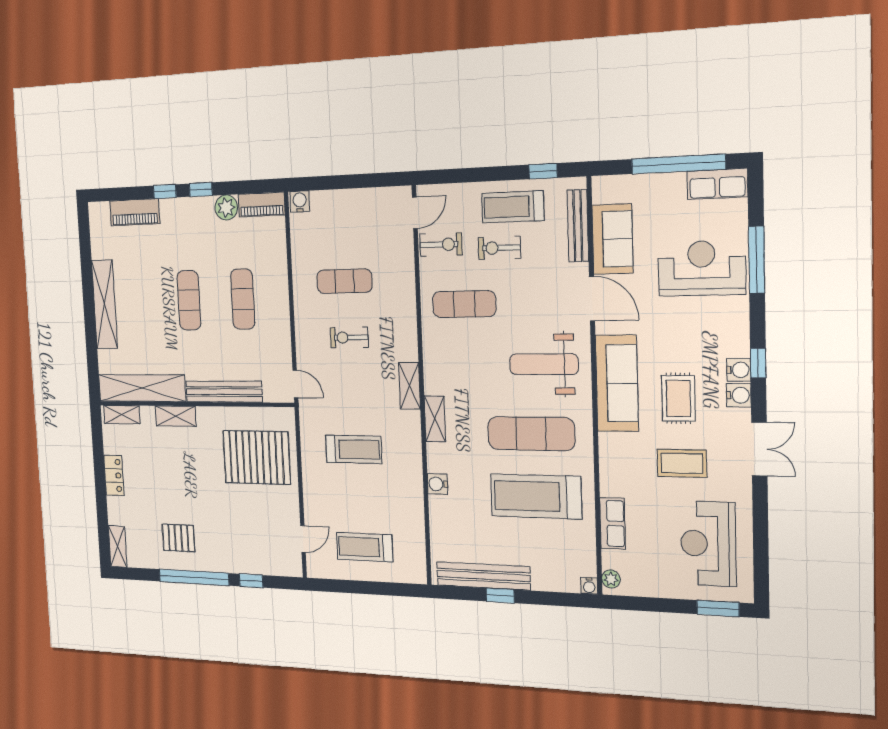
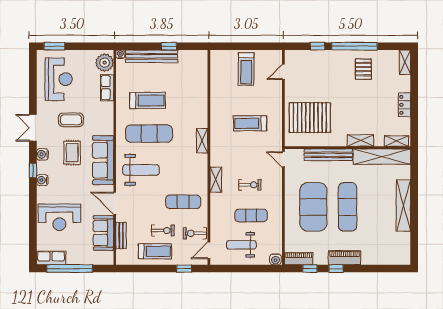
window: (543, 171) -> (184, 269), moved
window: (165, 191) -> (310, 269), moved
plant: (226, 208) -> (321, 258), removed
piano: (135, 212) -> (345, 258), moved
weight bench: (359, 226) -> (241, 245), added
bench: (578, 226) -> (121, 236), width x0.73
window: (757, 260) -> (33, 221), removed
exercise mat: (243, 299) -> (313, 207), width x2.00, depth x1.45
exercise mat: (189, 300) -> (348, 207), width x1.36, depth x1.45
water cooler: (739, 370) -> (42, 180), moved
shelving: (410, 386) -> (216, 180), moved
water cooler: (437, 484) -> (202, 105), removed
treadmill: (536, 496) -> (148, 100), width x0.73, depth x0.73
pallet: (178, 538) -> (363, 69), turned 90
treadmill: (365, 547) -> (246, 69), turned 90
bench: (483, 576) -> (152, 56), moved
plant: (611, 579) -> (105, 63), width x1.88, depth x1.88

